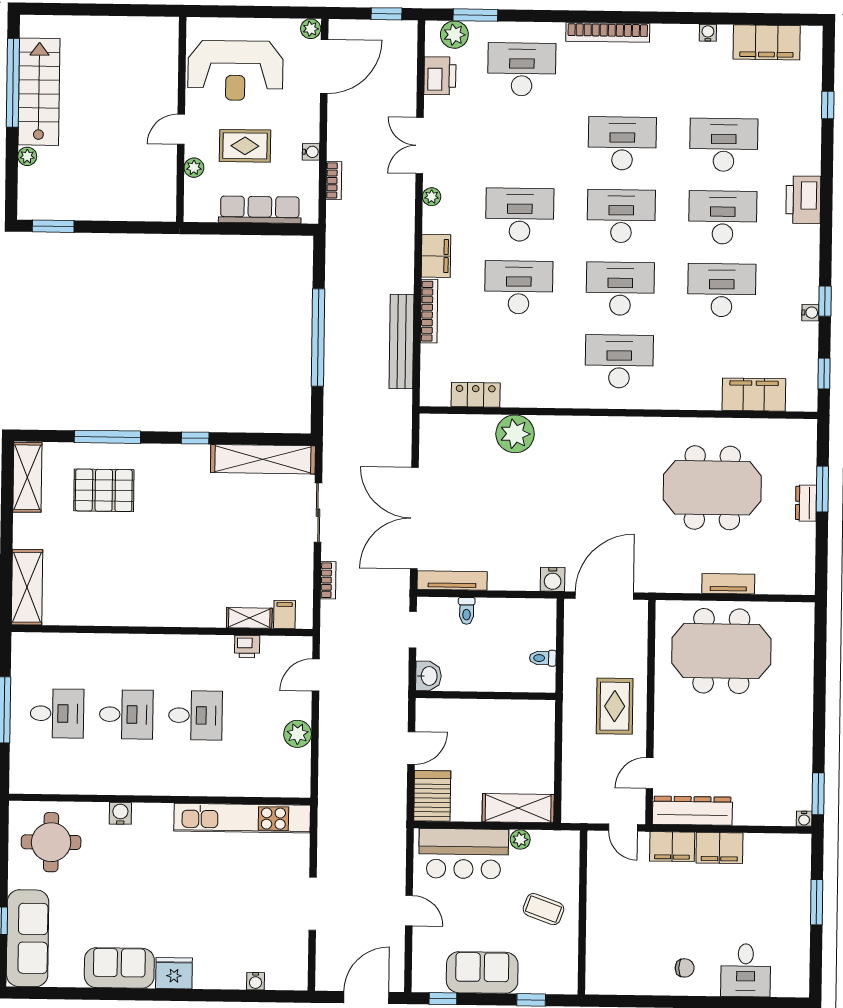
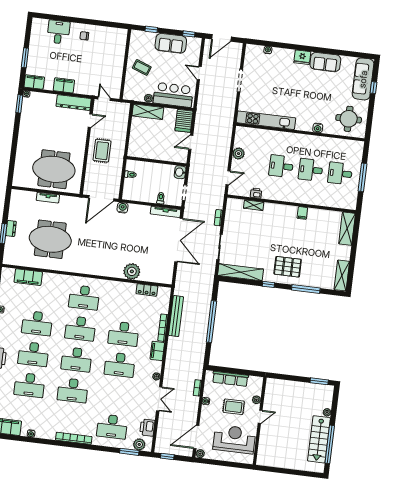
pallet: (104, 490) -> (288, 267), moved
filing cabinet: (285, 614) -> (302, 213), moved
filing cabinet: (672, 847) -> (34, 82), moved

